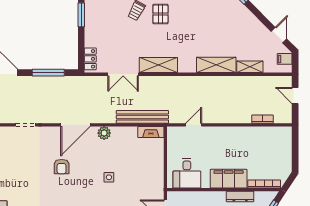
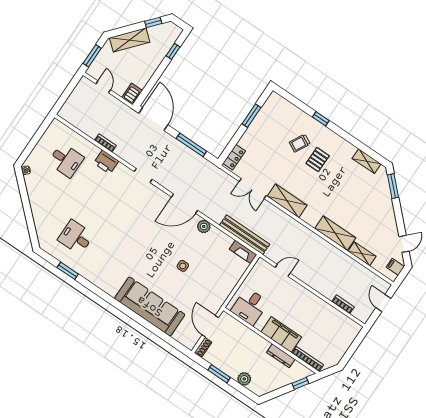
armchair: (62, 167) -> (150, 230), removed

